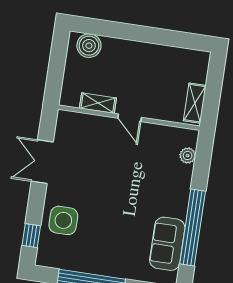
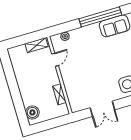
door: (130, 118) -> (55, 60), moved

